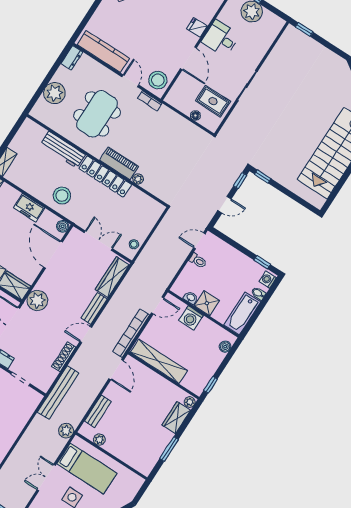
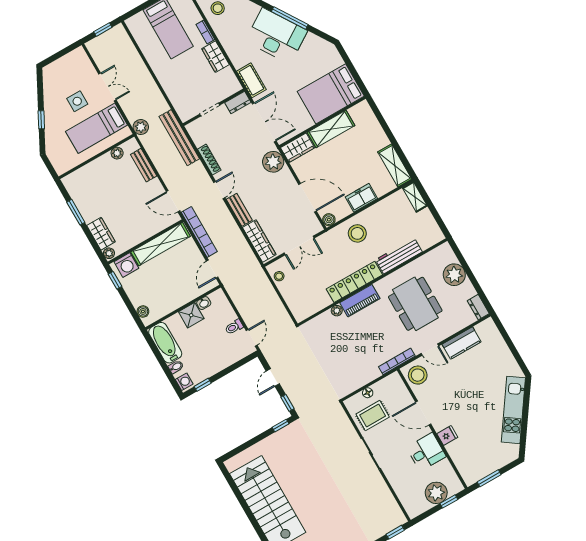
kitchen counter: (103, 52) -> (462, 343), width x0.67
bookcase: (150, 101) -> (397, 361), width x1.56
washing machine: (191, 318) -> (126, 265), moved, turned 180

